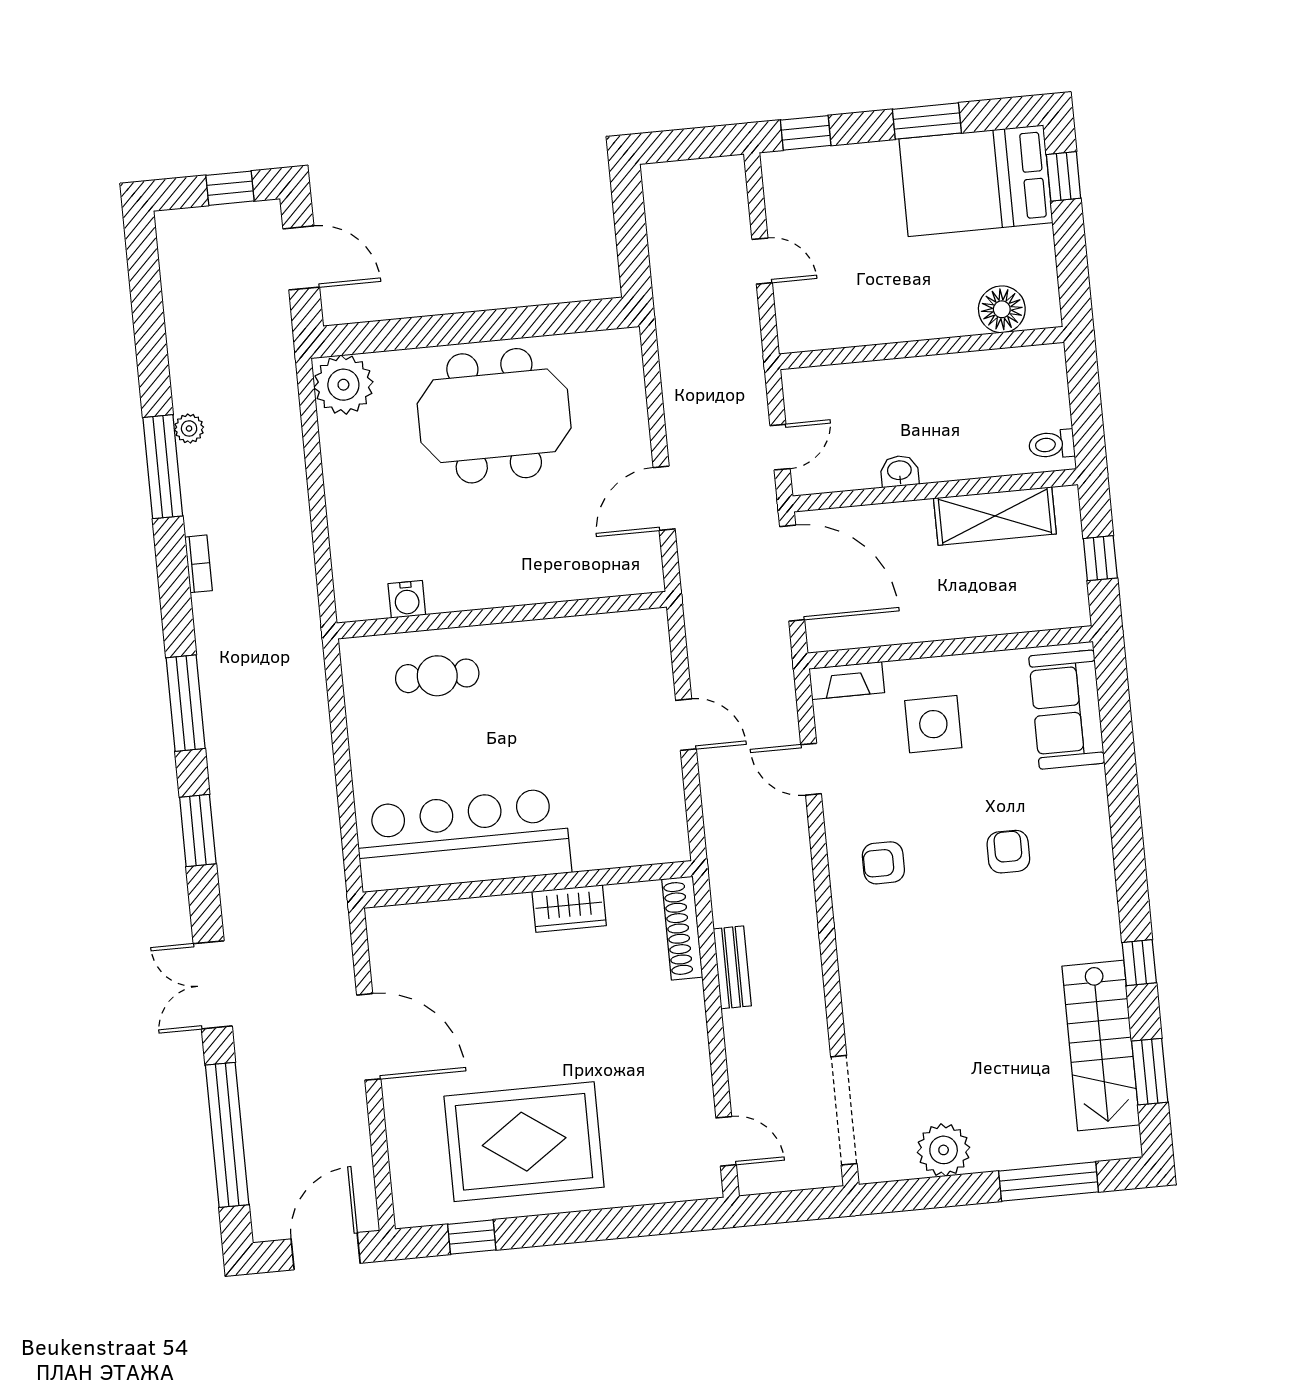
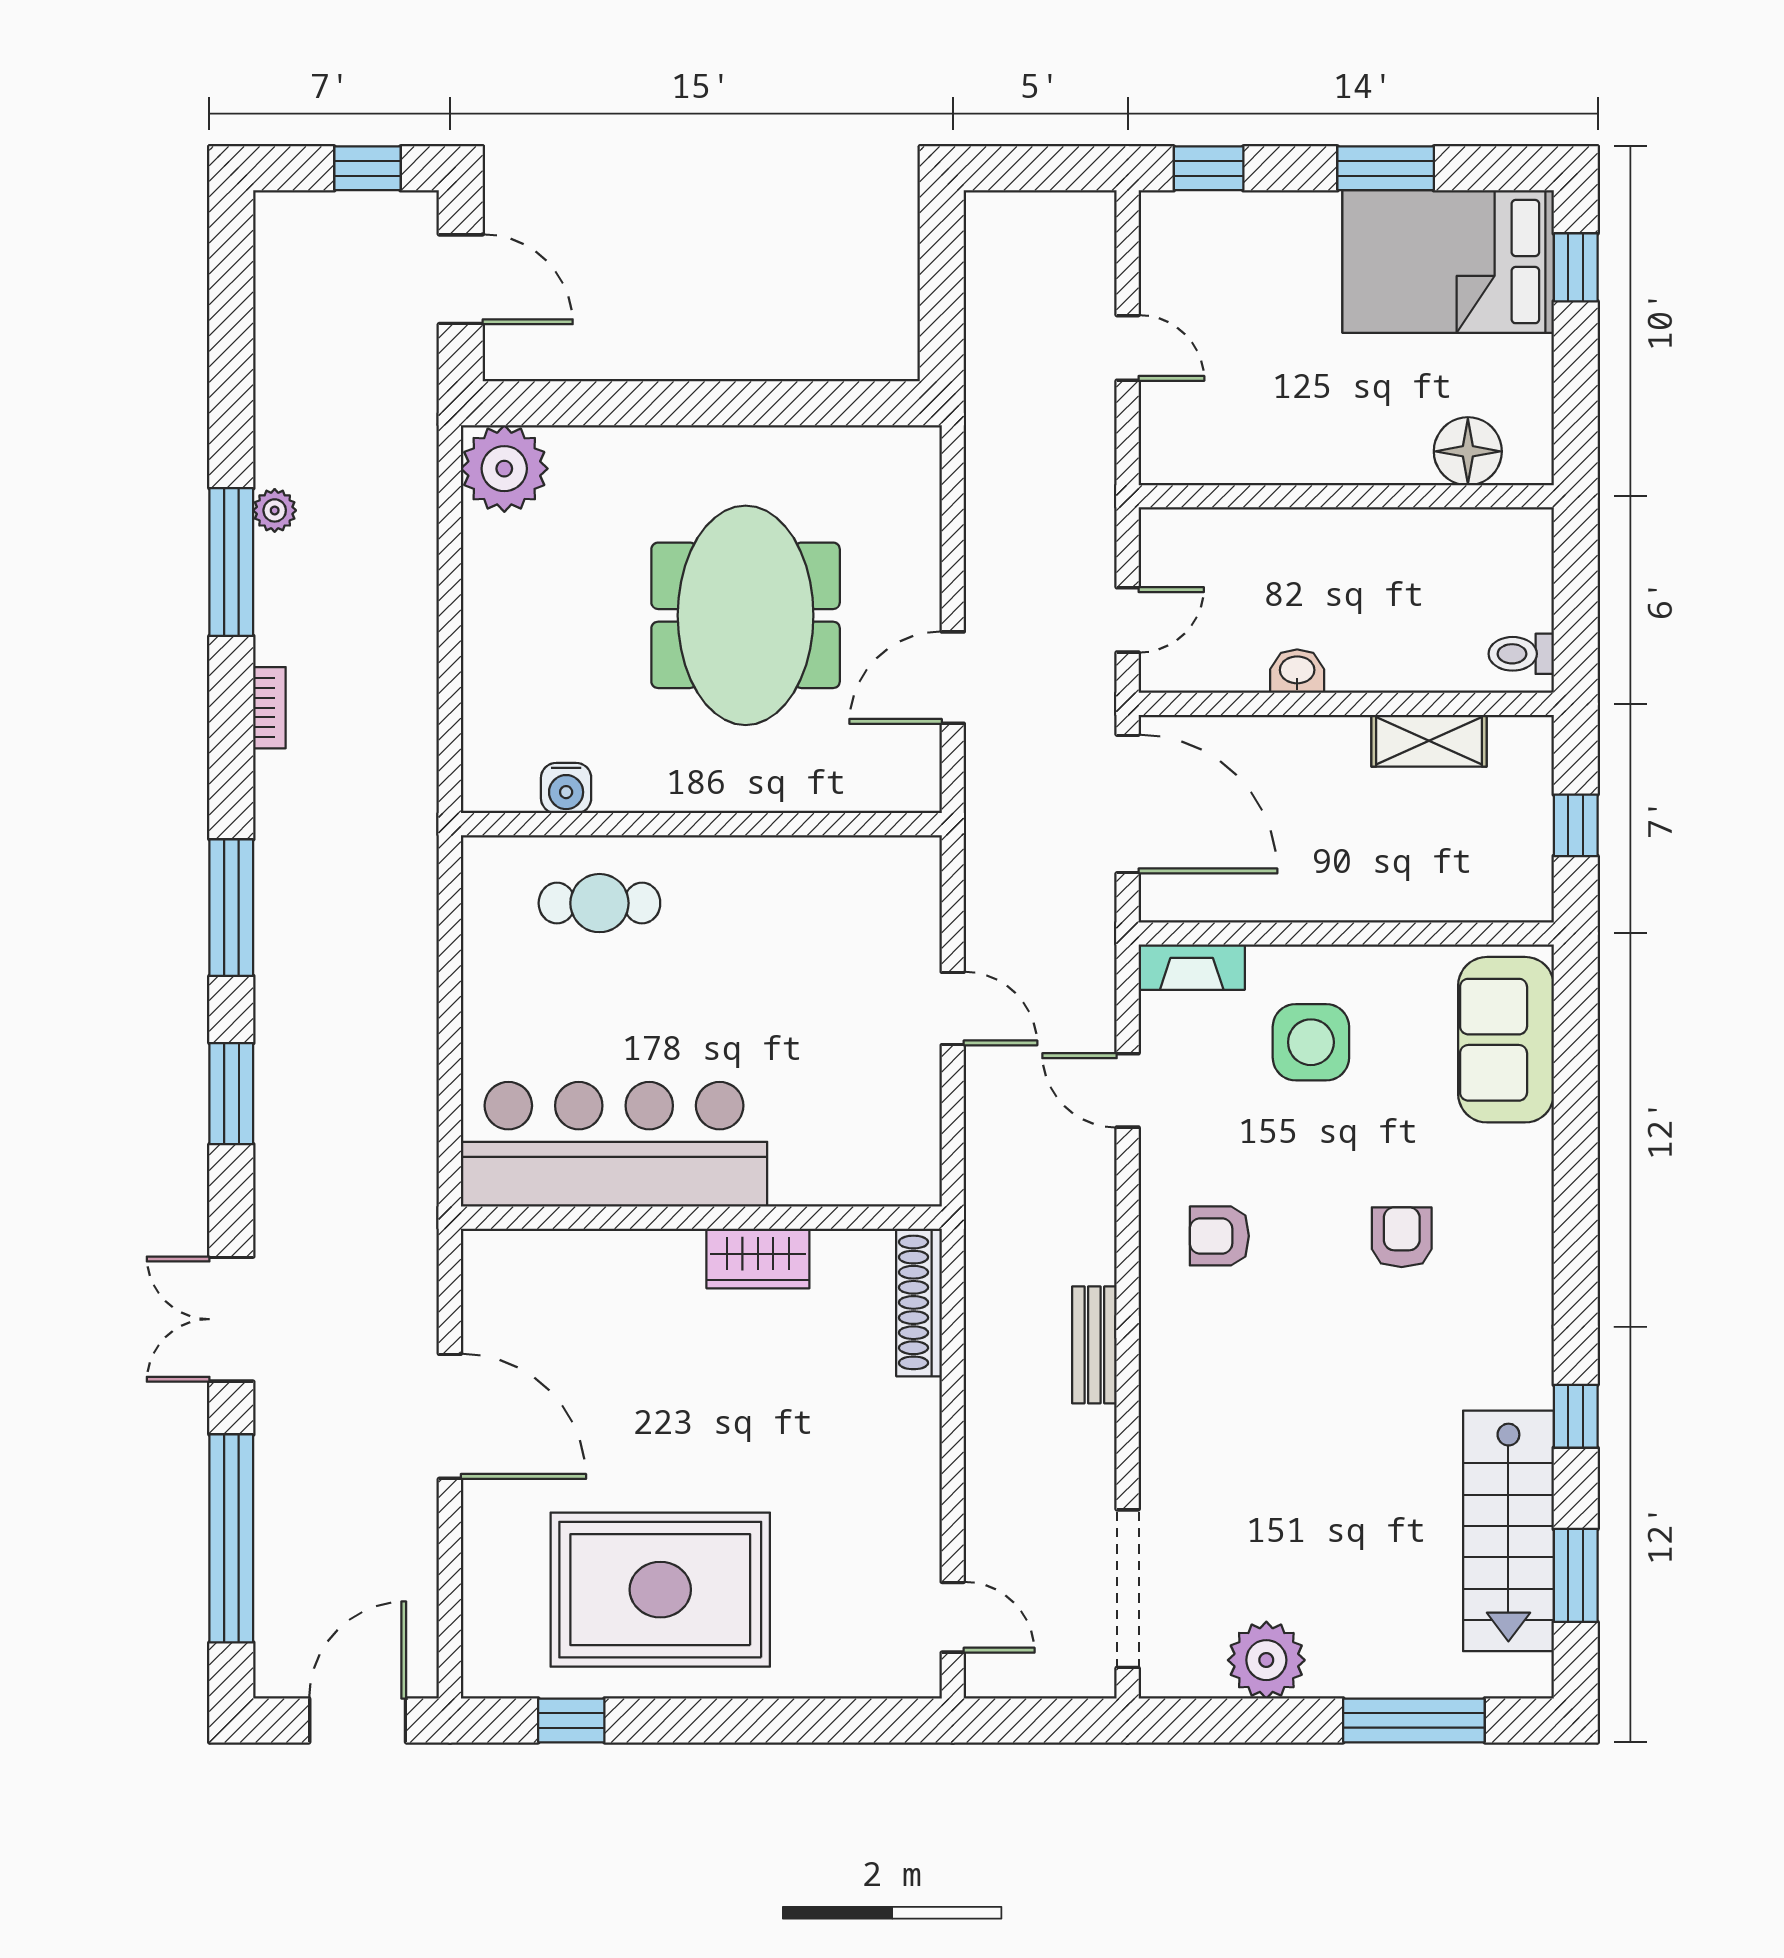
meeting table: (494, 416) -> (746, 615), moved, turned 90
shelving: (995, 516) -> (1429, 741), width x0.67, depth x0.75
bench: (732, 967) -> (1094, 1345), moved

